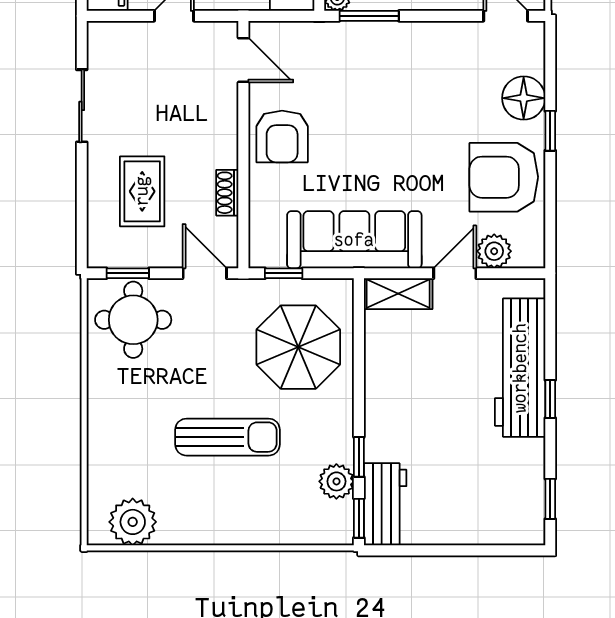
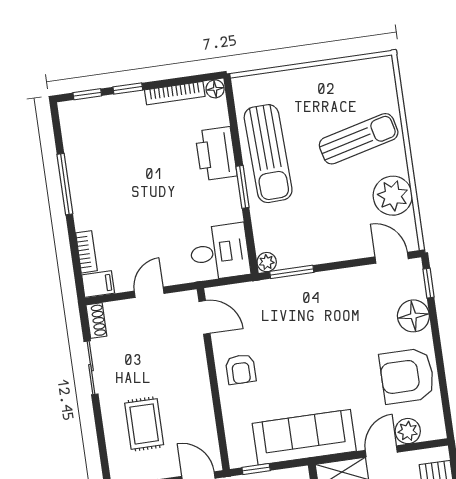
window: (550, 131) -> (429, 283), moved
armchair: (282, 137) -> (241, 369), width x0.72, depth x0.72
shoe rack: (227, 193) -> (96, 321), moved, turned 180

